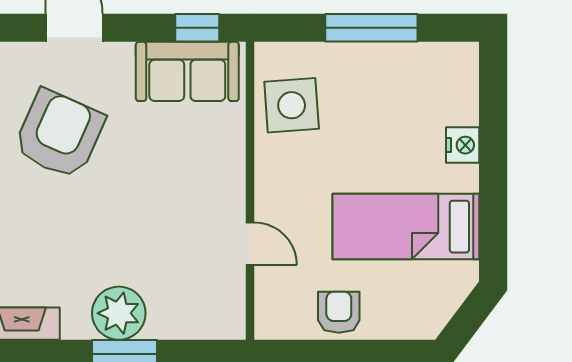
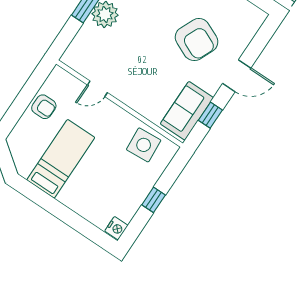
window: (197, 28) -> (210, 115), moved
window: (371, 28) -> (154, 200), width x0.46
nightstand: (463, 145) -> (116, 228), moved, turned -90

